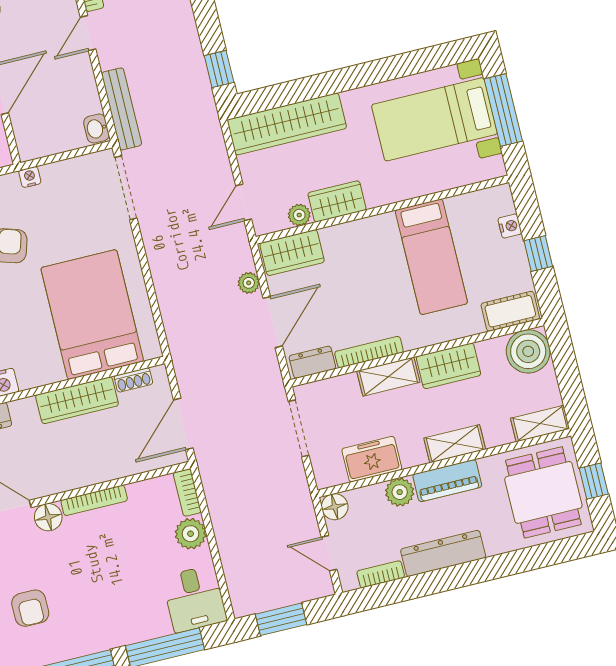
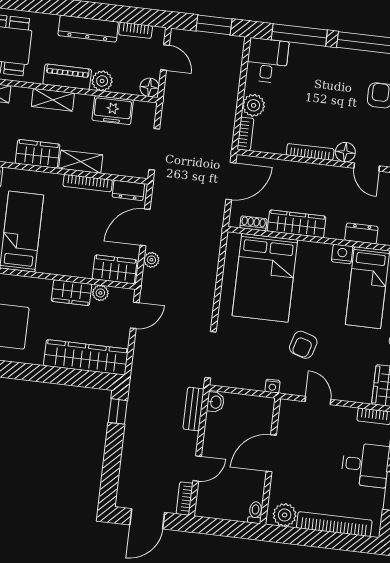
bench: (122, 109) -> (194, 409), width x0.73

